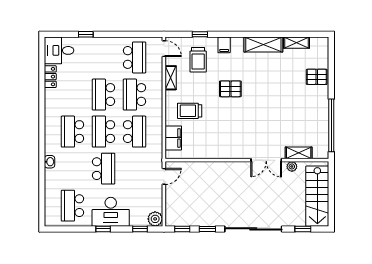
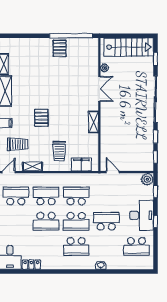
pallet: (317, 77) -> (60, 48), moved
school desk: (135, 95) -> (46, 196), turned 180
shelving: (299, 153) -> (93, 122), moved

